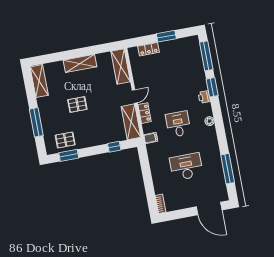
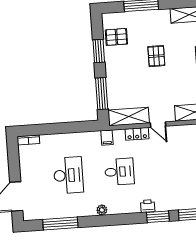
plant: (210, 121) -> (102, 210), moved
pallet: (65, 140) -> (116, 37), turned 90
window: (114, 147) -> (102, 94), width x2.17
window: (69, 155) -> (99, 51), moved

